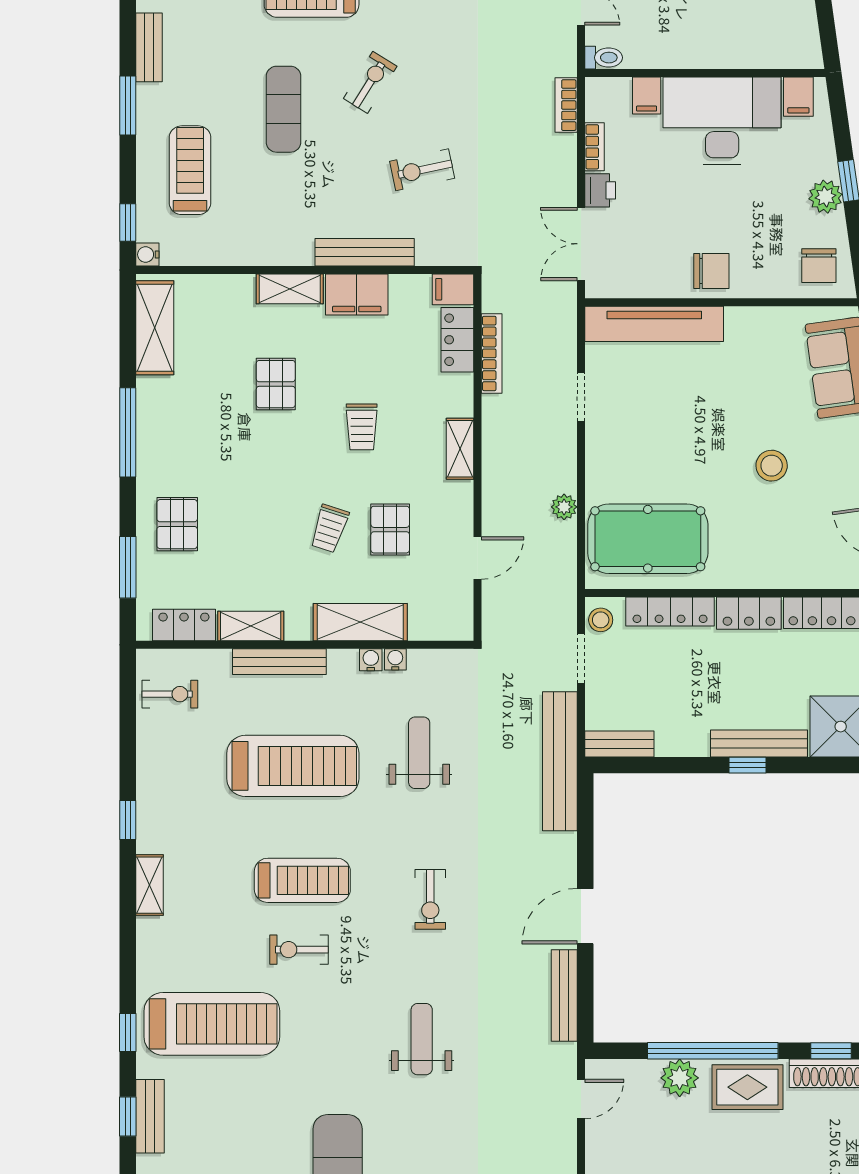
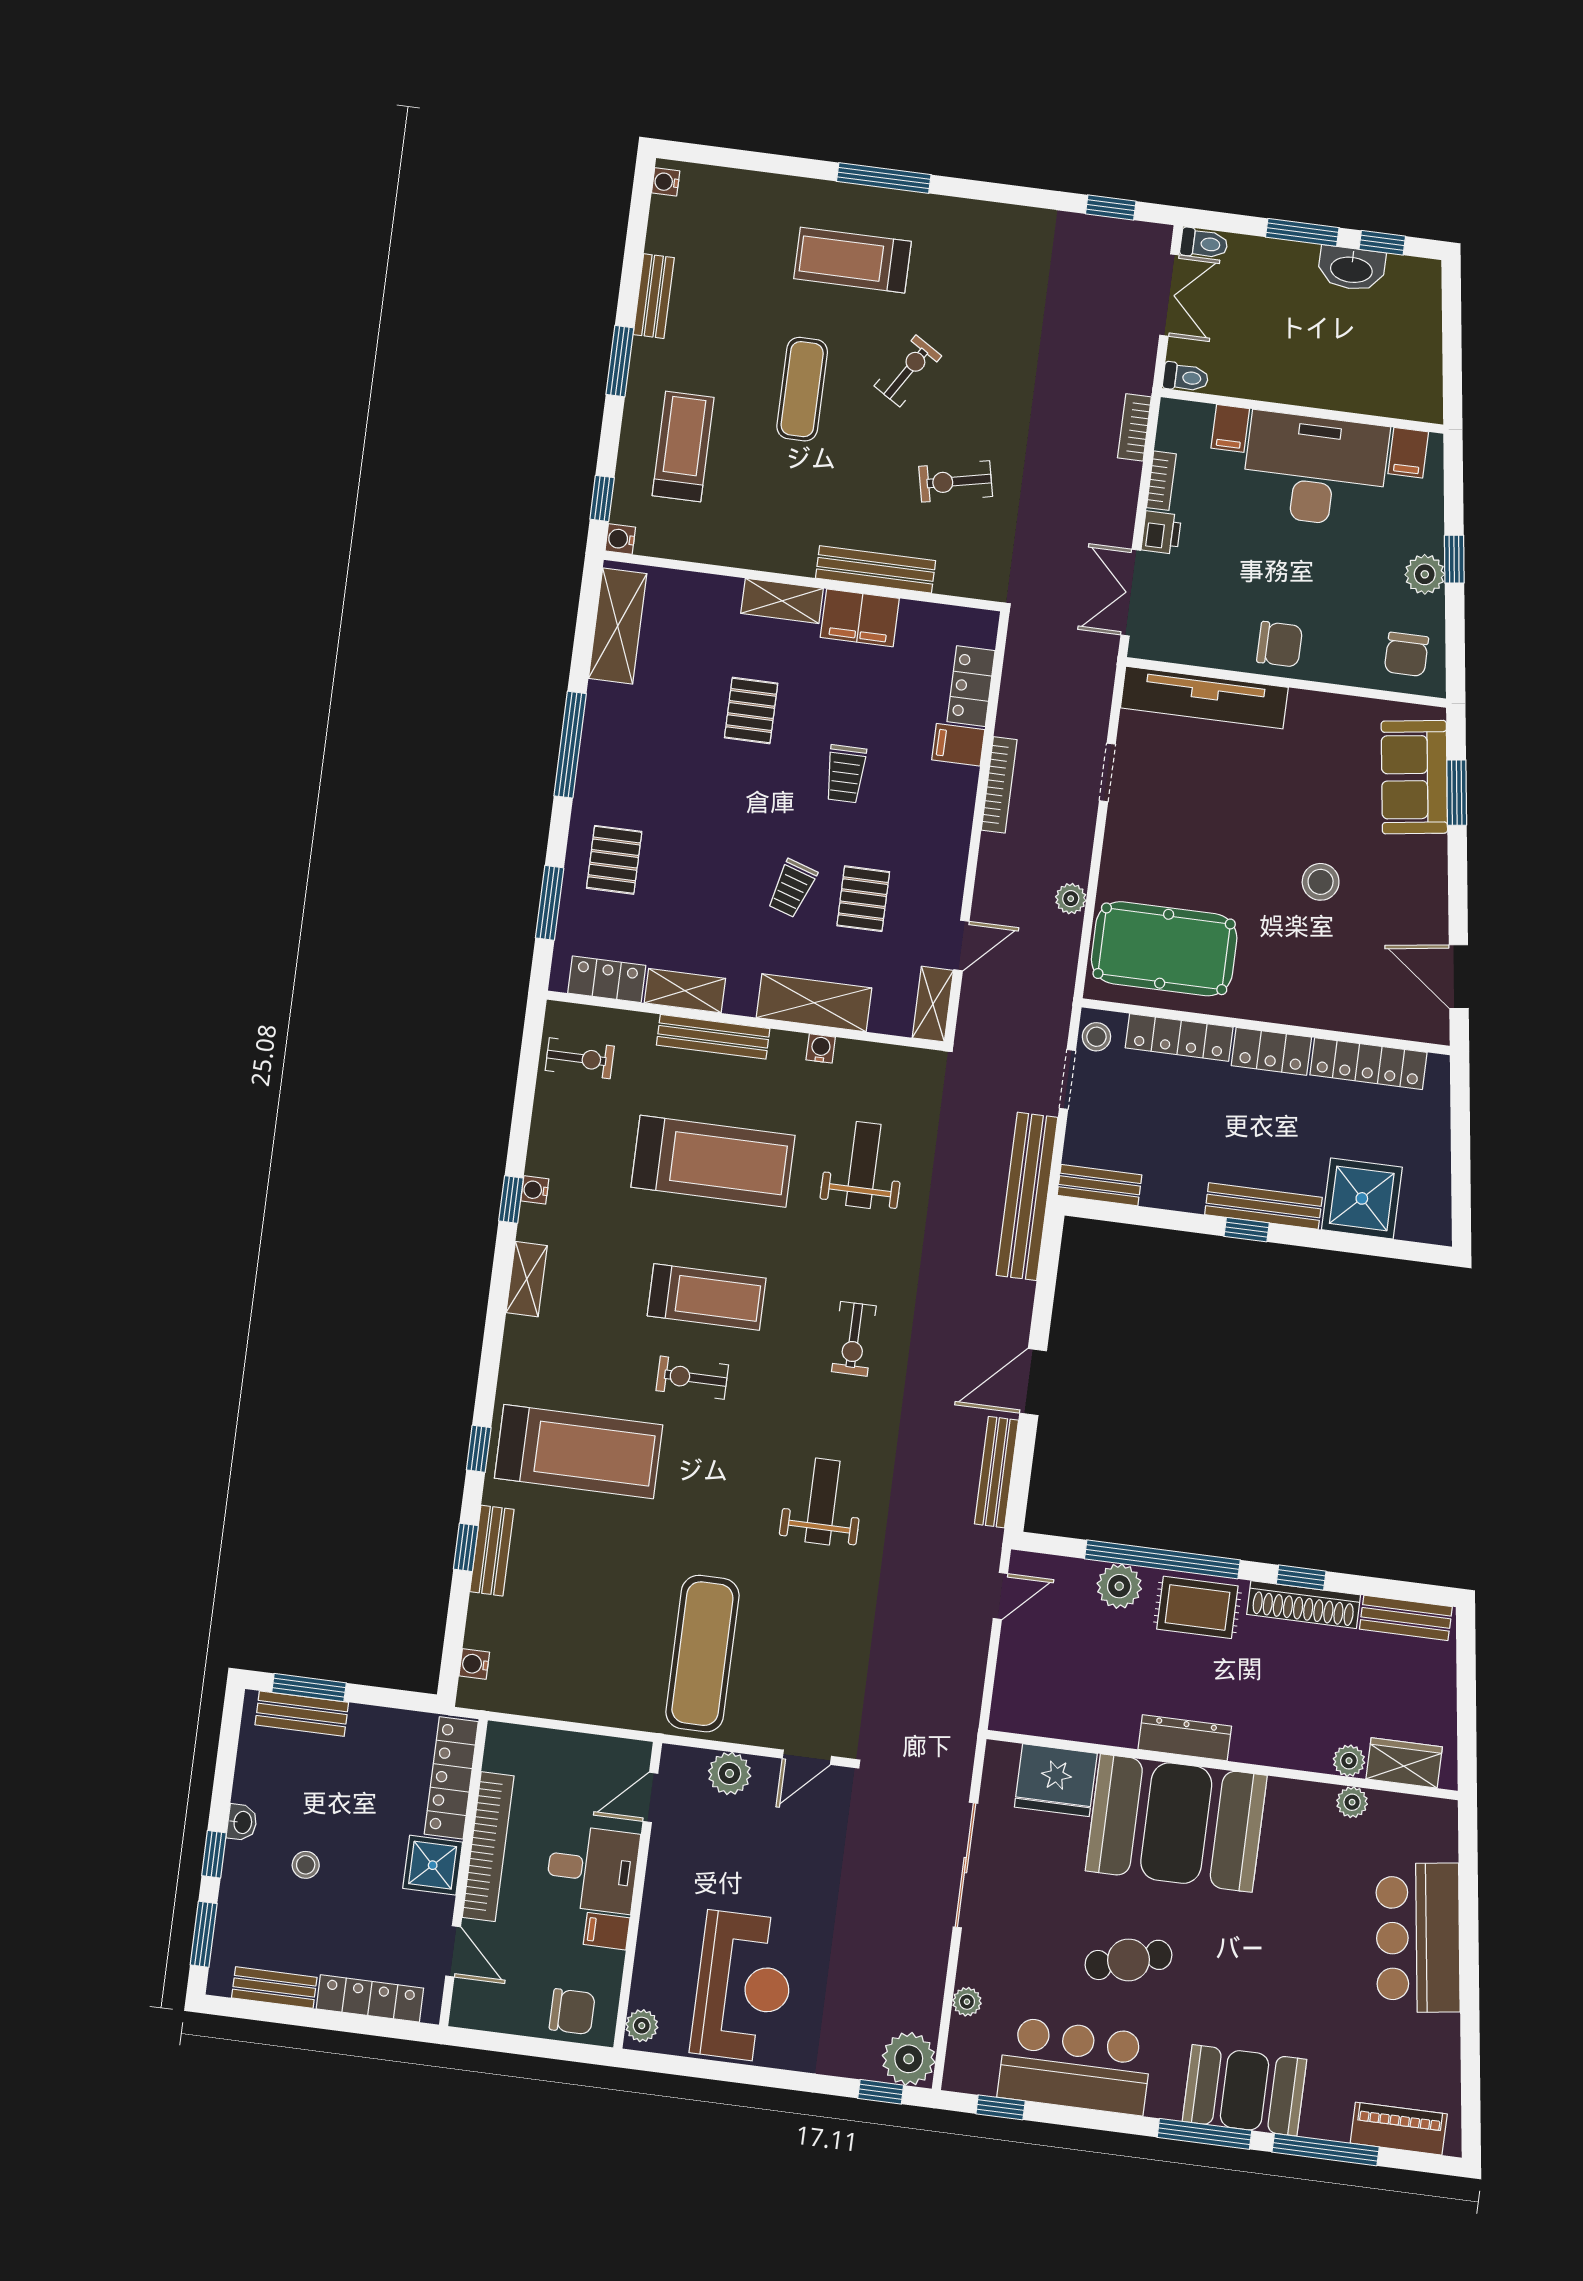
filing cabinet: (453, 289) -> (958, 745), moved
bookcase: (492, 353) -> (999, 785), moved
shelving: (460, 449) -> (933, 1004), moved
water cooler: (395, 659) -> (535, 1190), moved, turned -90

